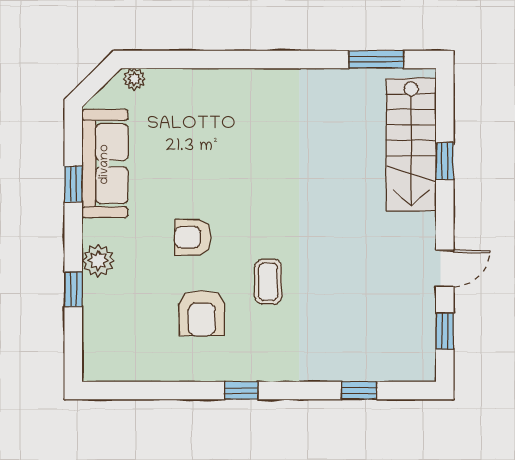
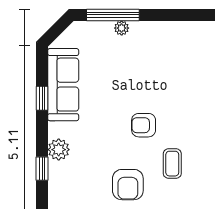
window: (179, 59) -> (113, 15), added
plant: (134, 79) -> (122, 28), moved
armchair: (193, 237) -> (144, 125), moved

